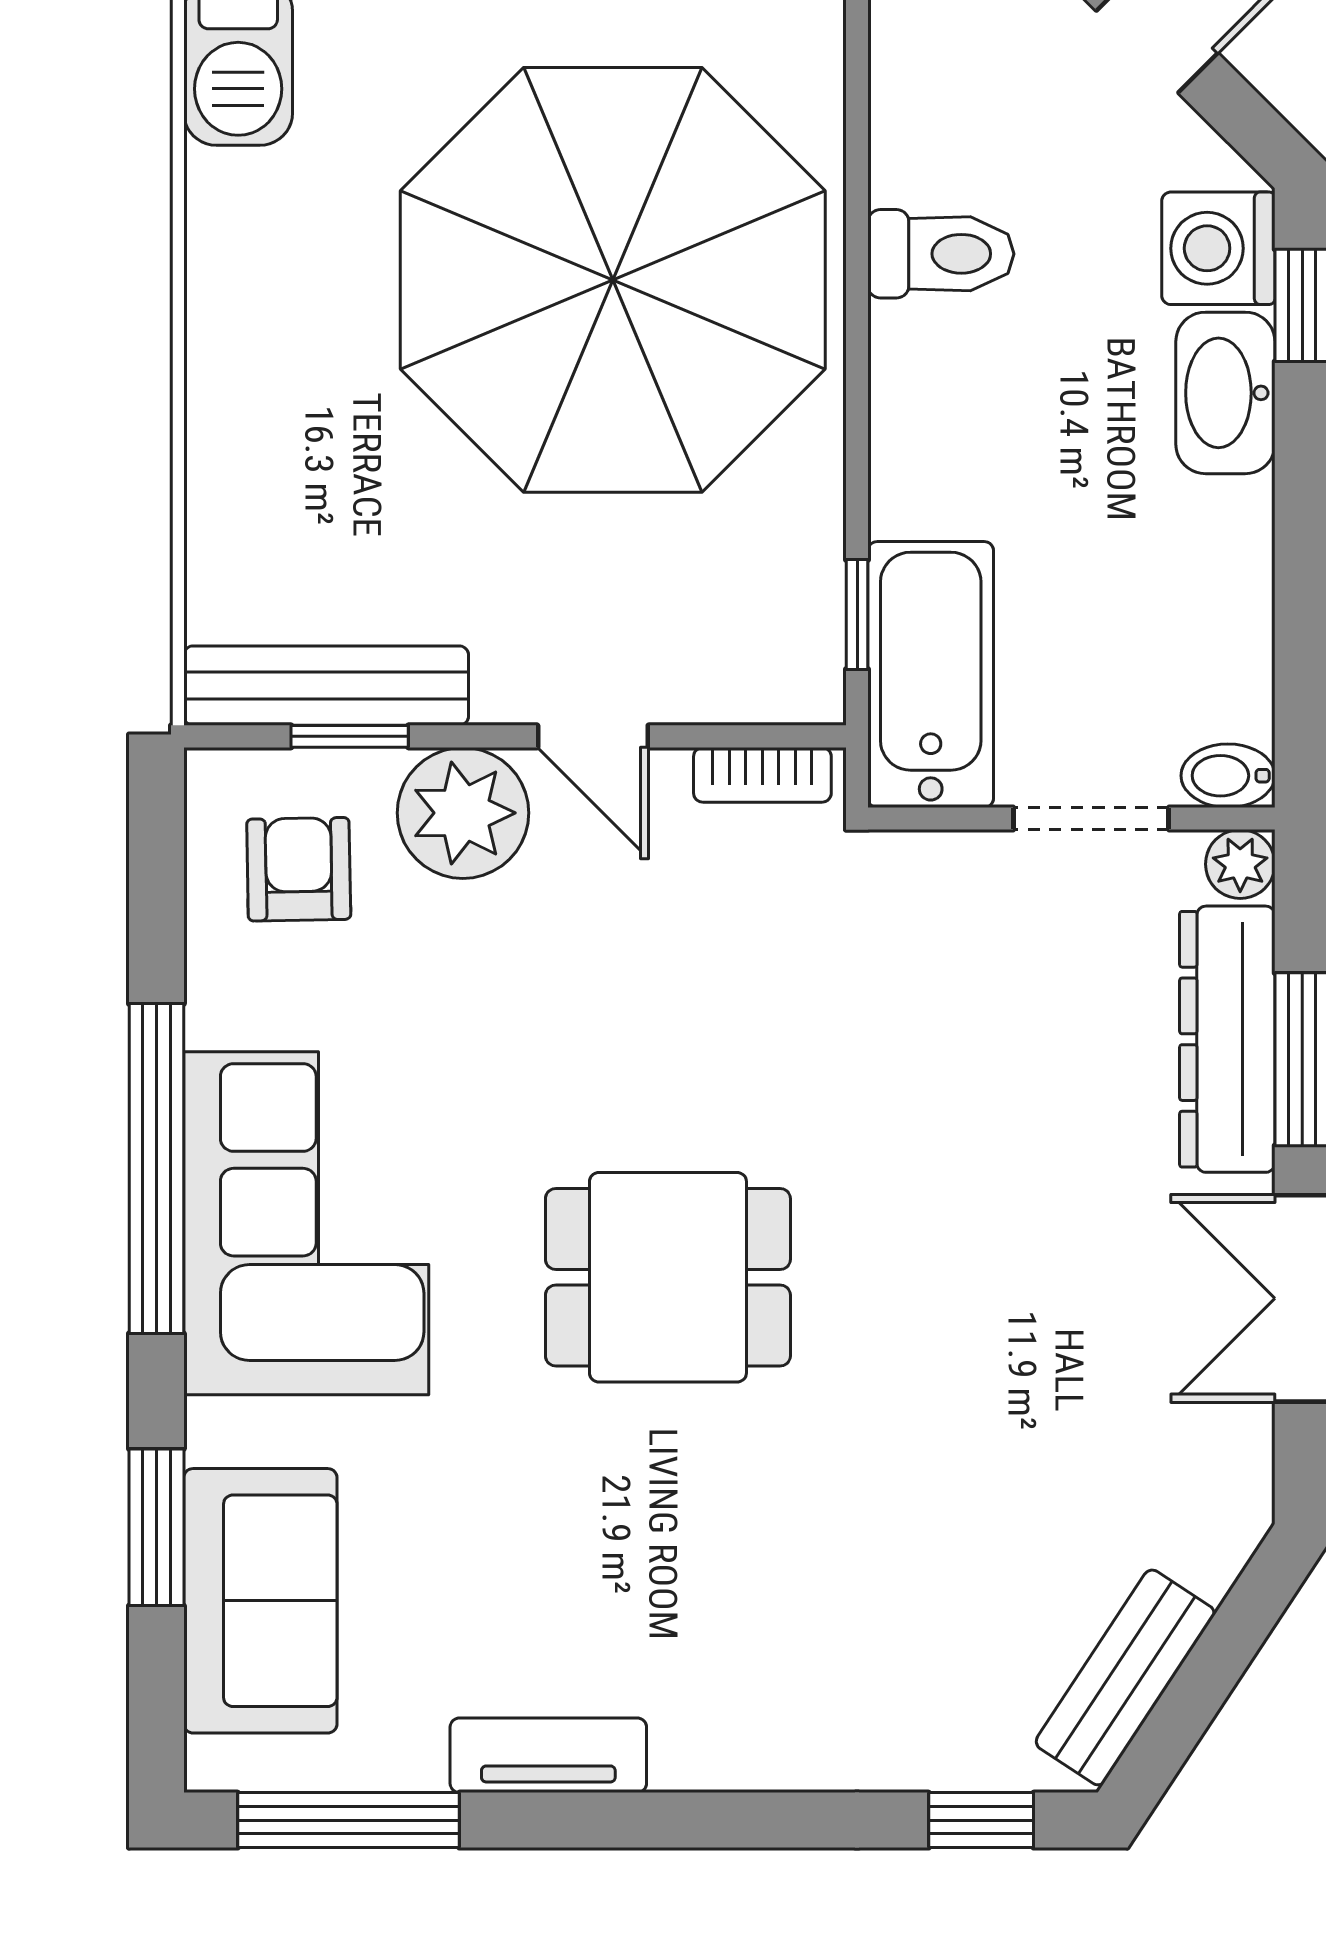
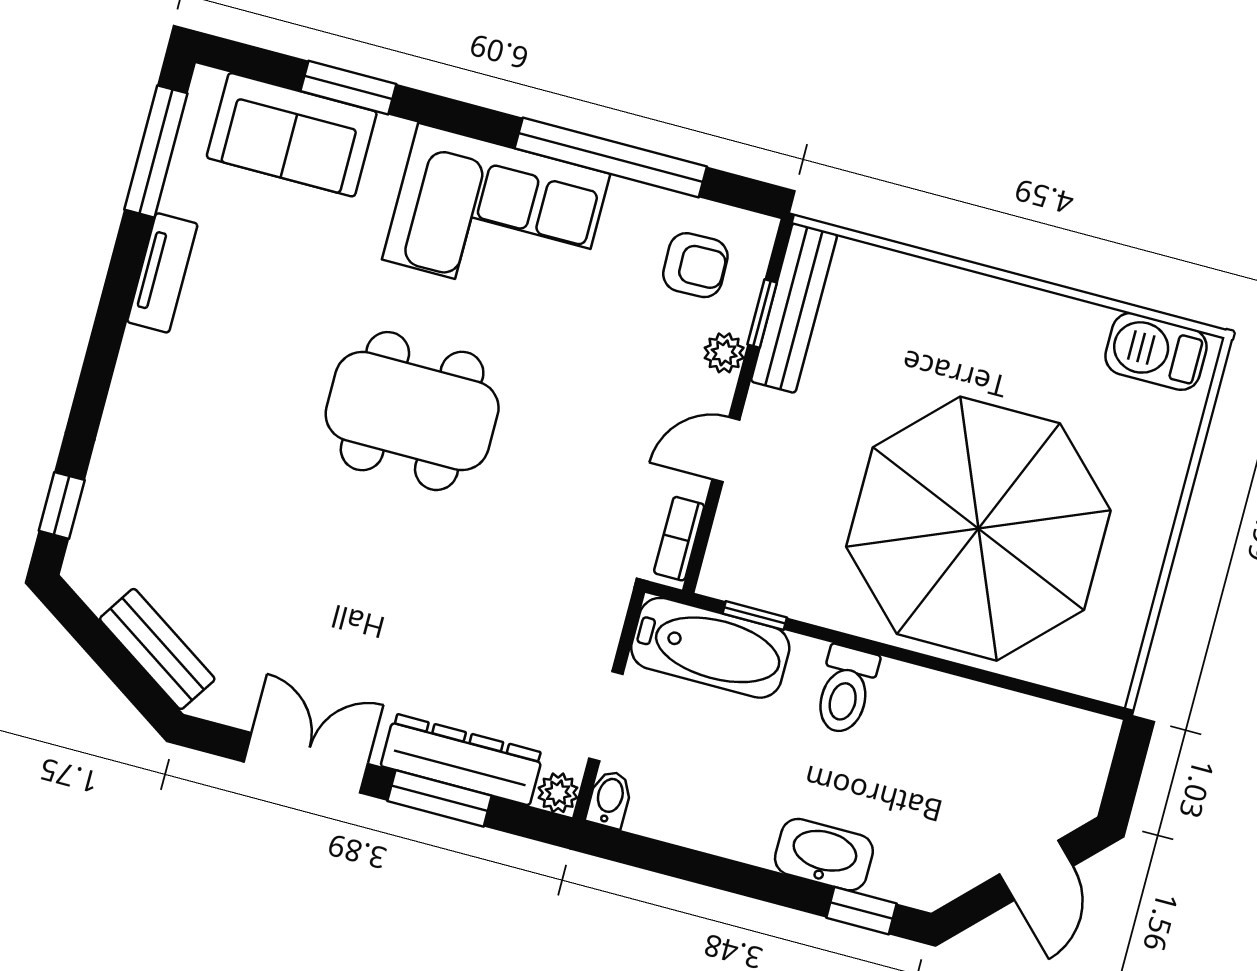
washing machine: (1218, 248) -> (906, 872), removed
toilet: (941, 254) -> (846, 690), moved
plant: (463, 813) -> (724, 353), width x0.53, depth x0.53
window: (156, 1169) -> (611, 157), moved
dining table: (668, 1277) -> (412, 411), width x1.38
bench: (1125, 1677) -> (157, 649), moved

